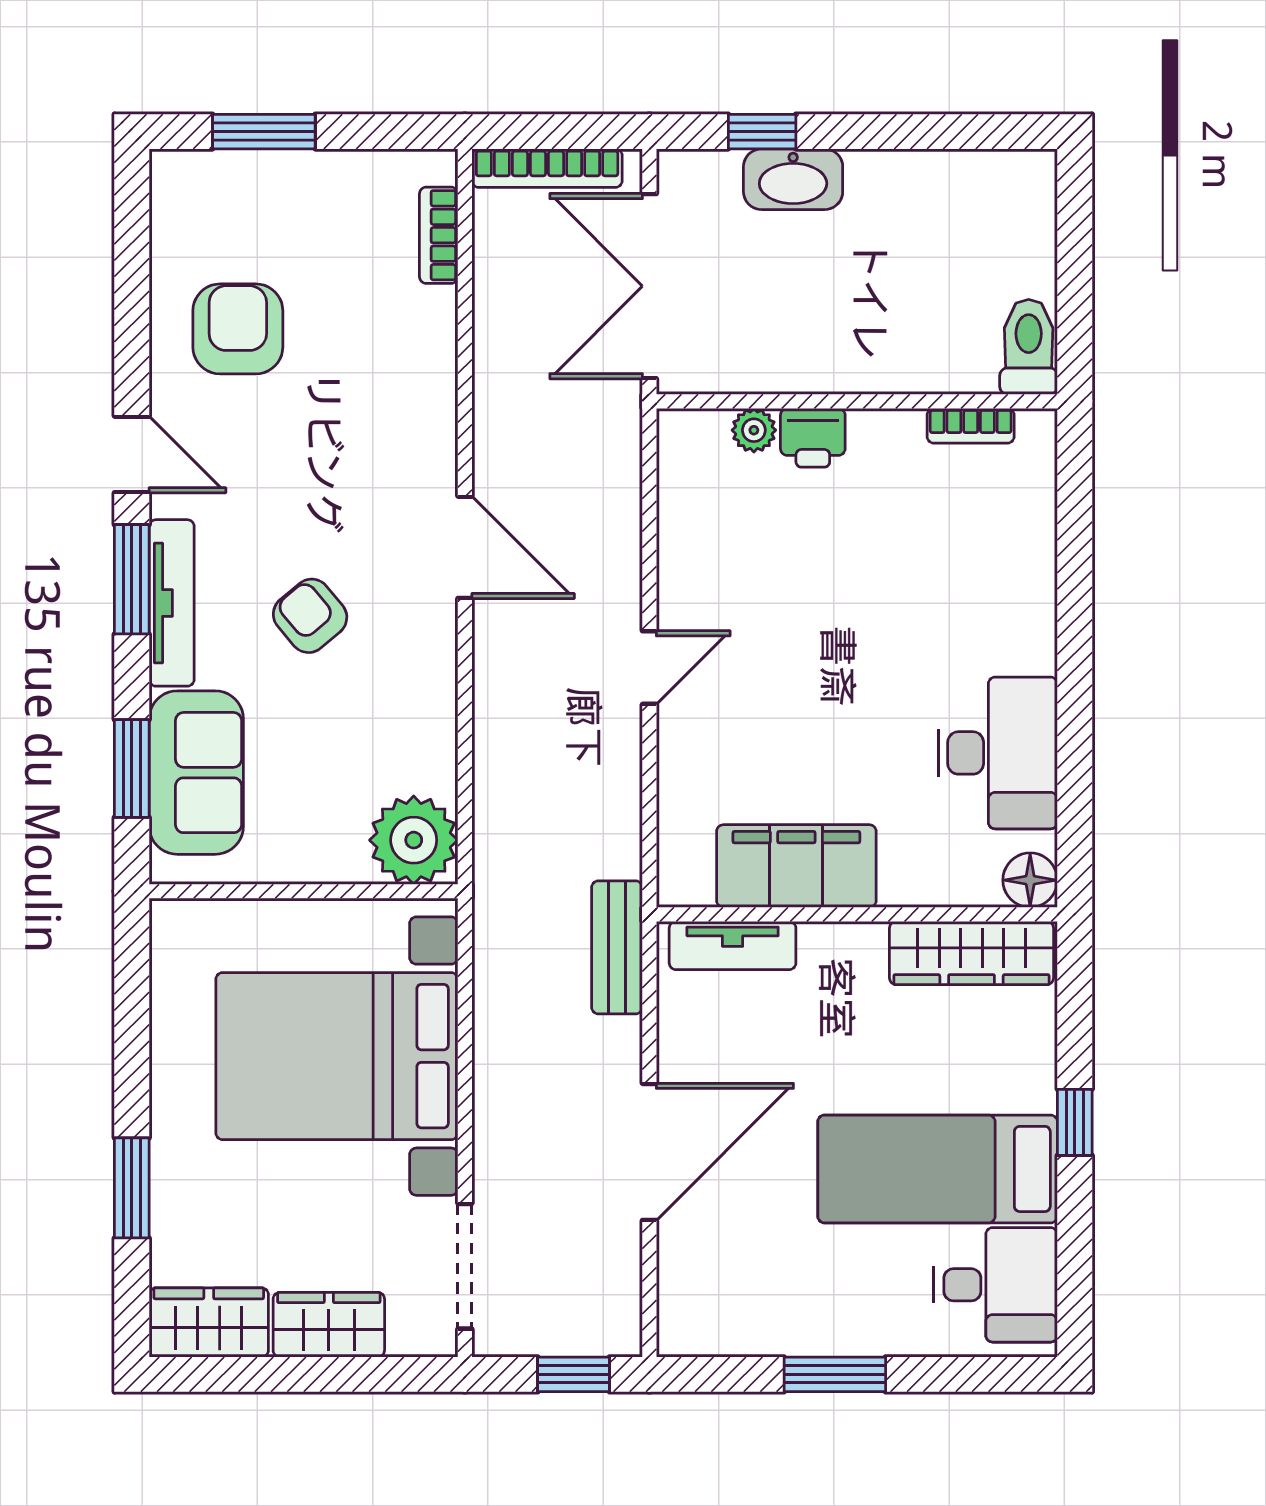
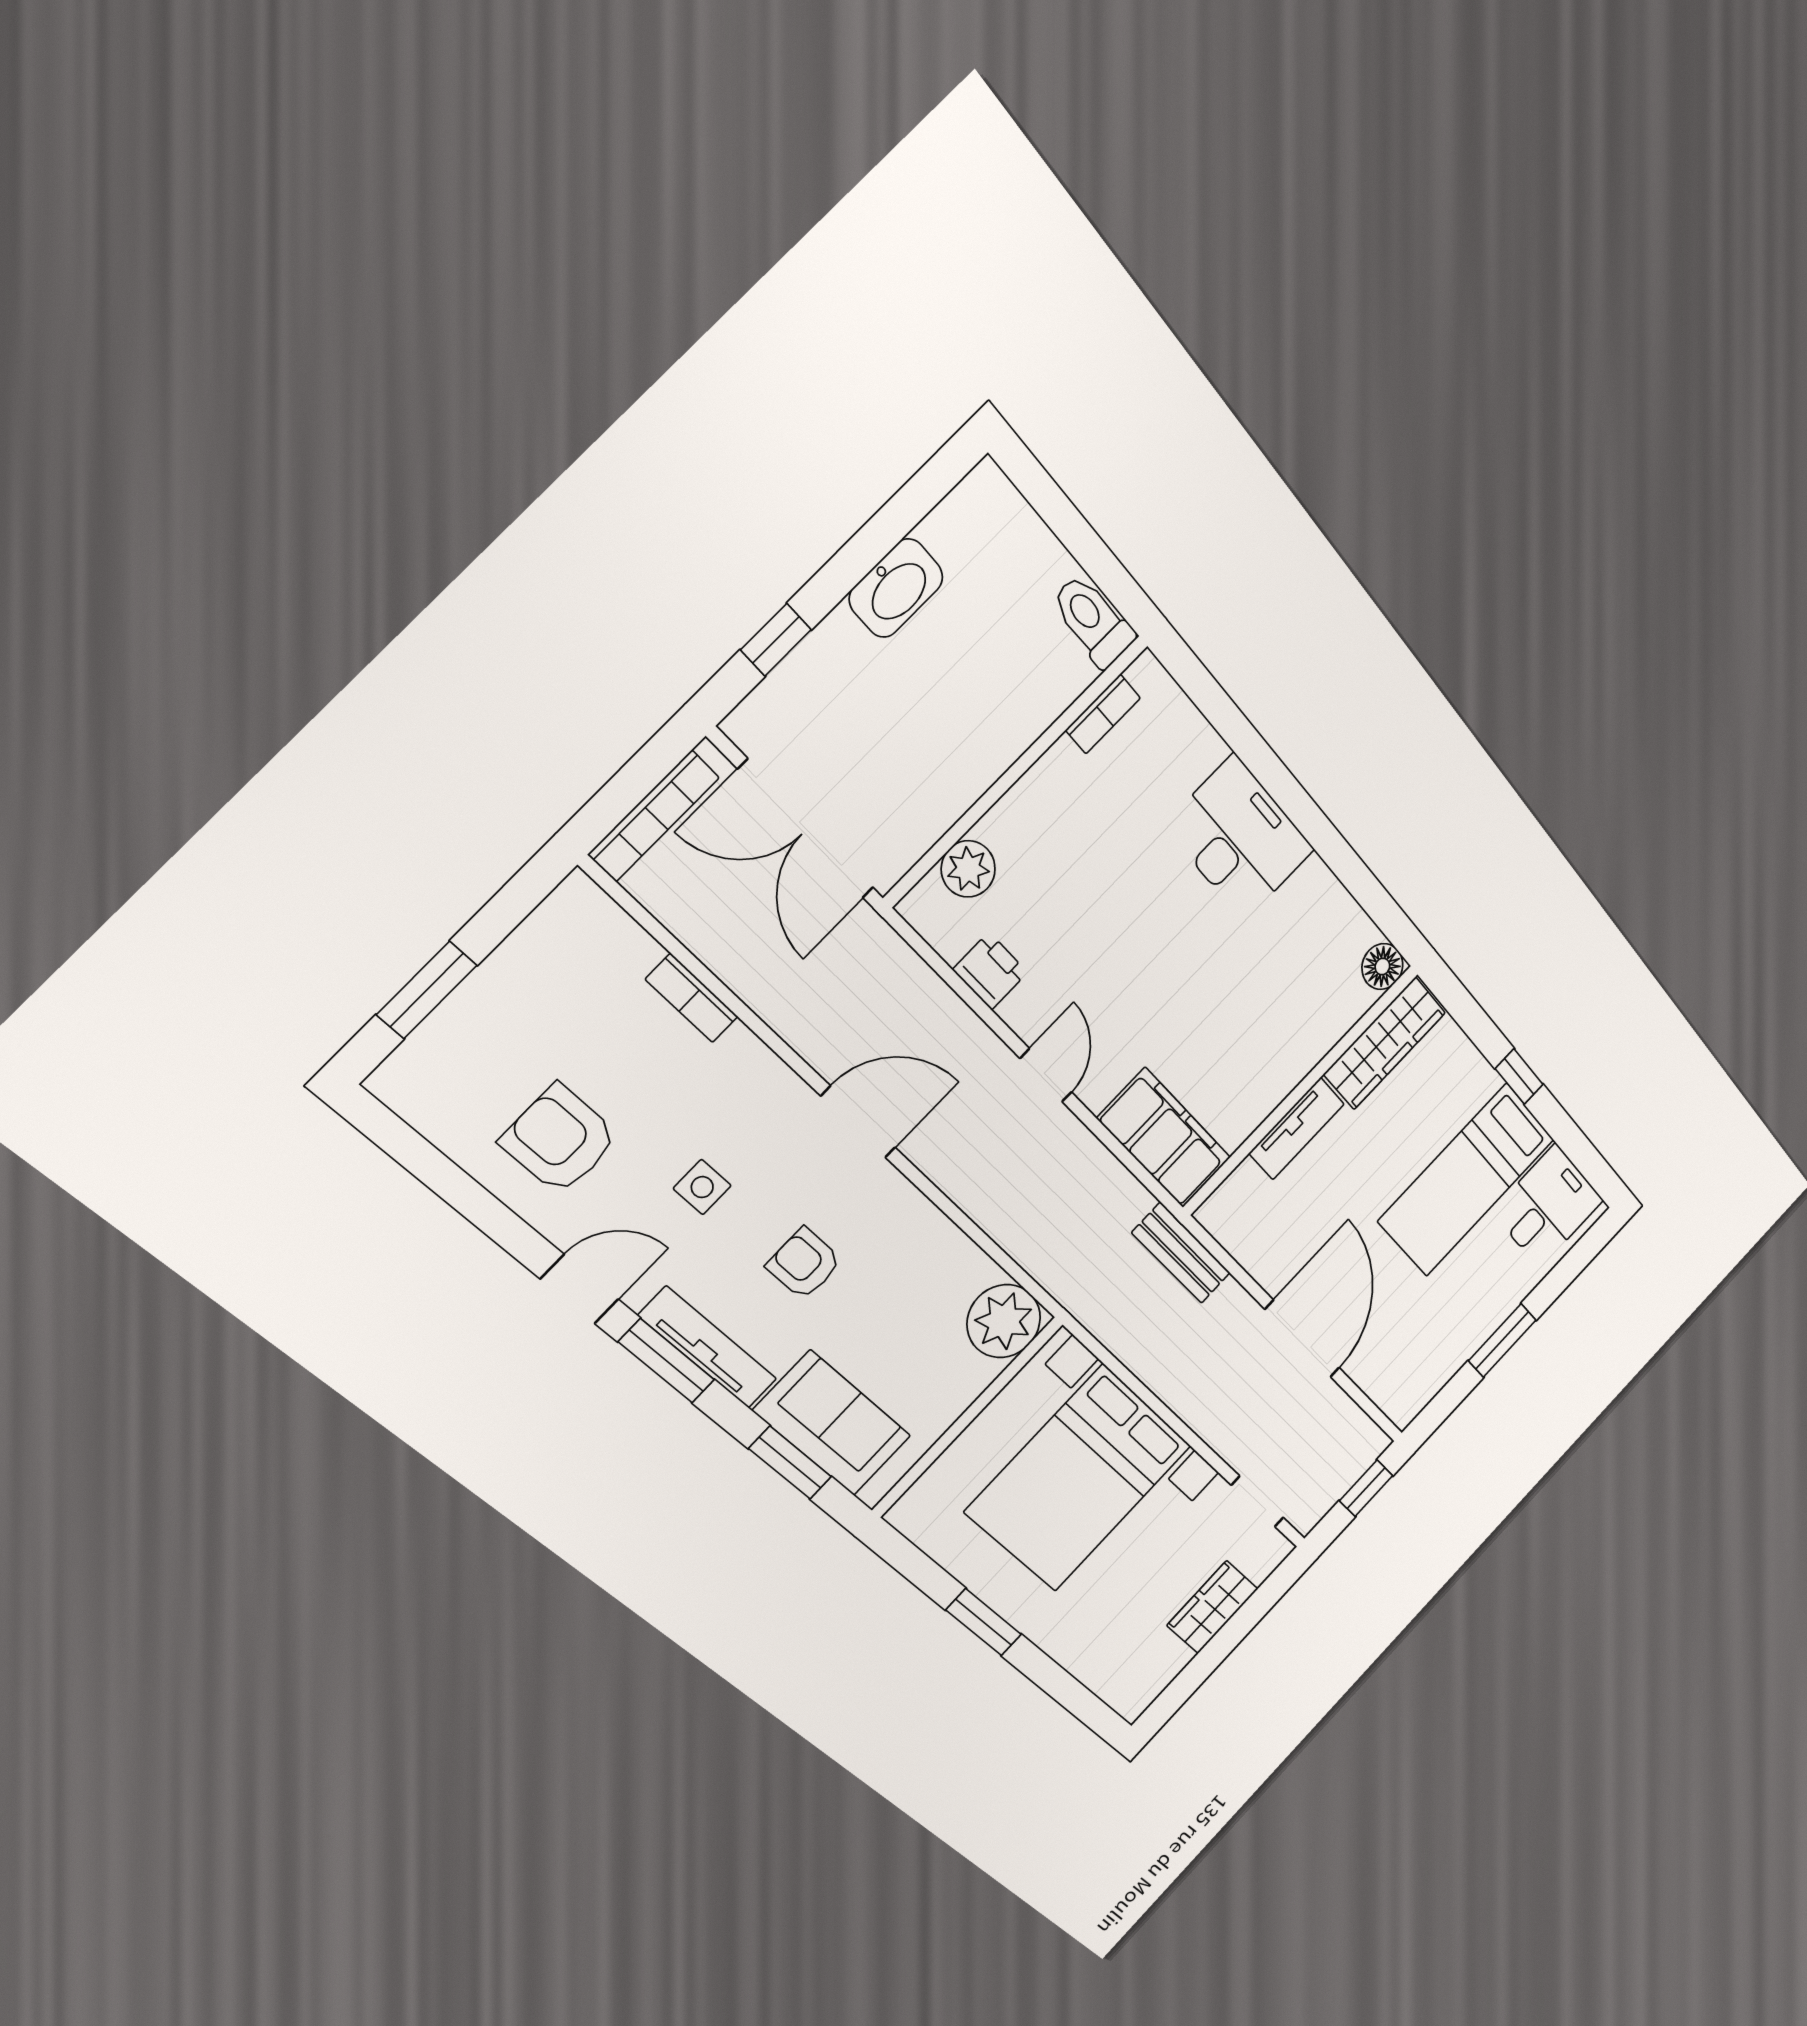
washbasin: (793, 179) -> (896, 588), moved
bookcase: (439, 235) -> (692, 998), moved
plant: (754, 430) -> (968, 869), width x1.38, depth x1.38
printer: (813, 438) -> (990, 971), moved, turned -90
side table: (299, 473) -> (702, 1187), added
armchair: (310, 616) -> (804, 1264), turned 40
desk: (998, 753) -> (1239, 838), moved
filing cabinet: (796, 866) -> (1164, 1138), moved, turned 90
tv unit: (733, 945) -> (1297, 1129), moved
window: (132, 1188) -> (984, 1622), moved
doorway: (465, 1266) -> (1257, 1501), width x0.73
wardrobe: (209, 1322) -> (1146, 1676), removed

